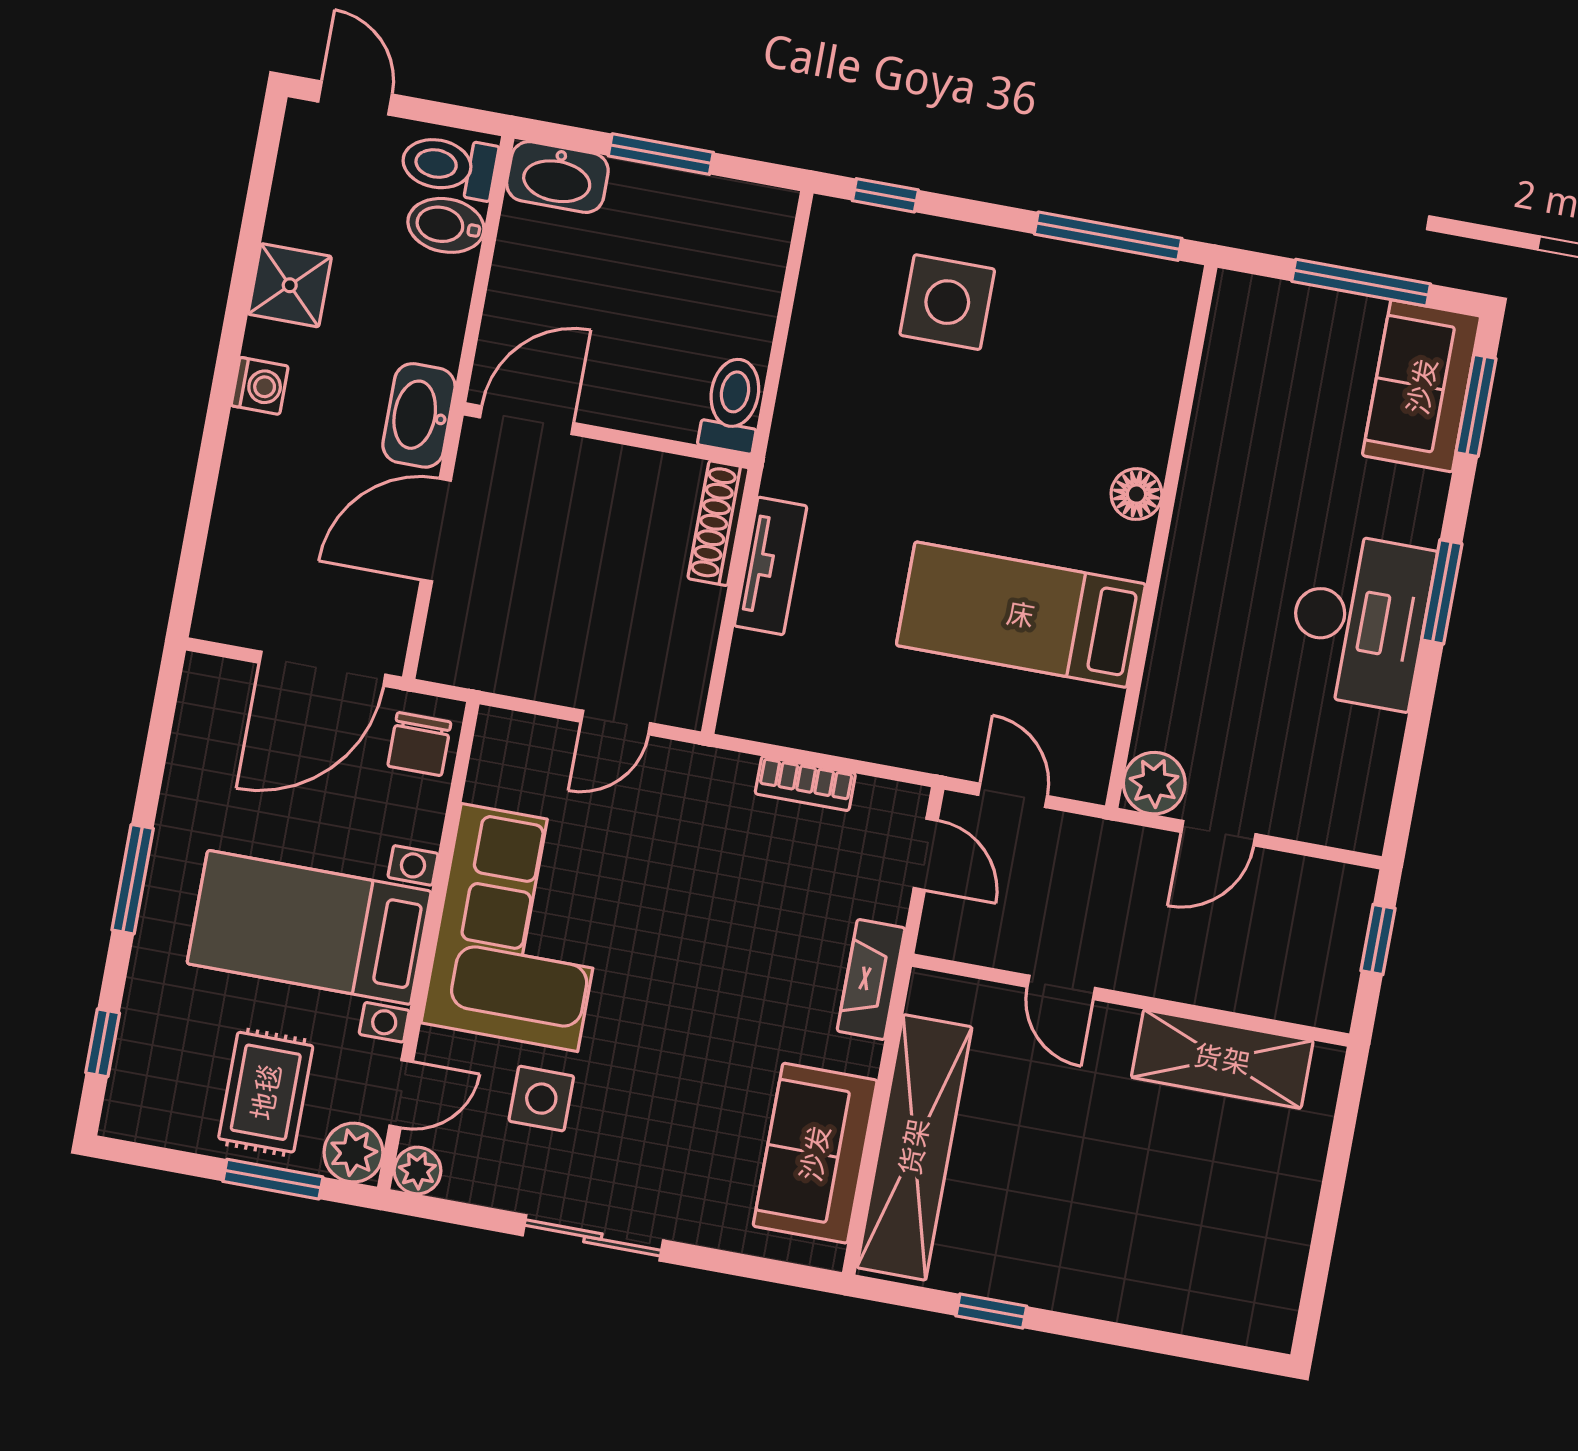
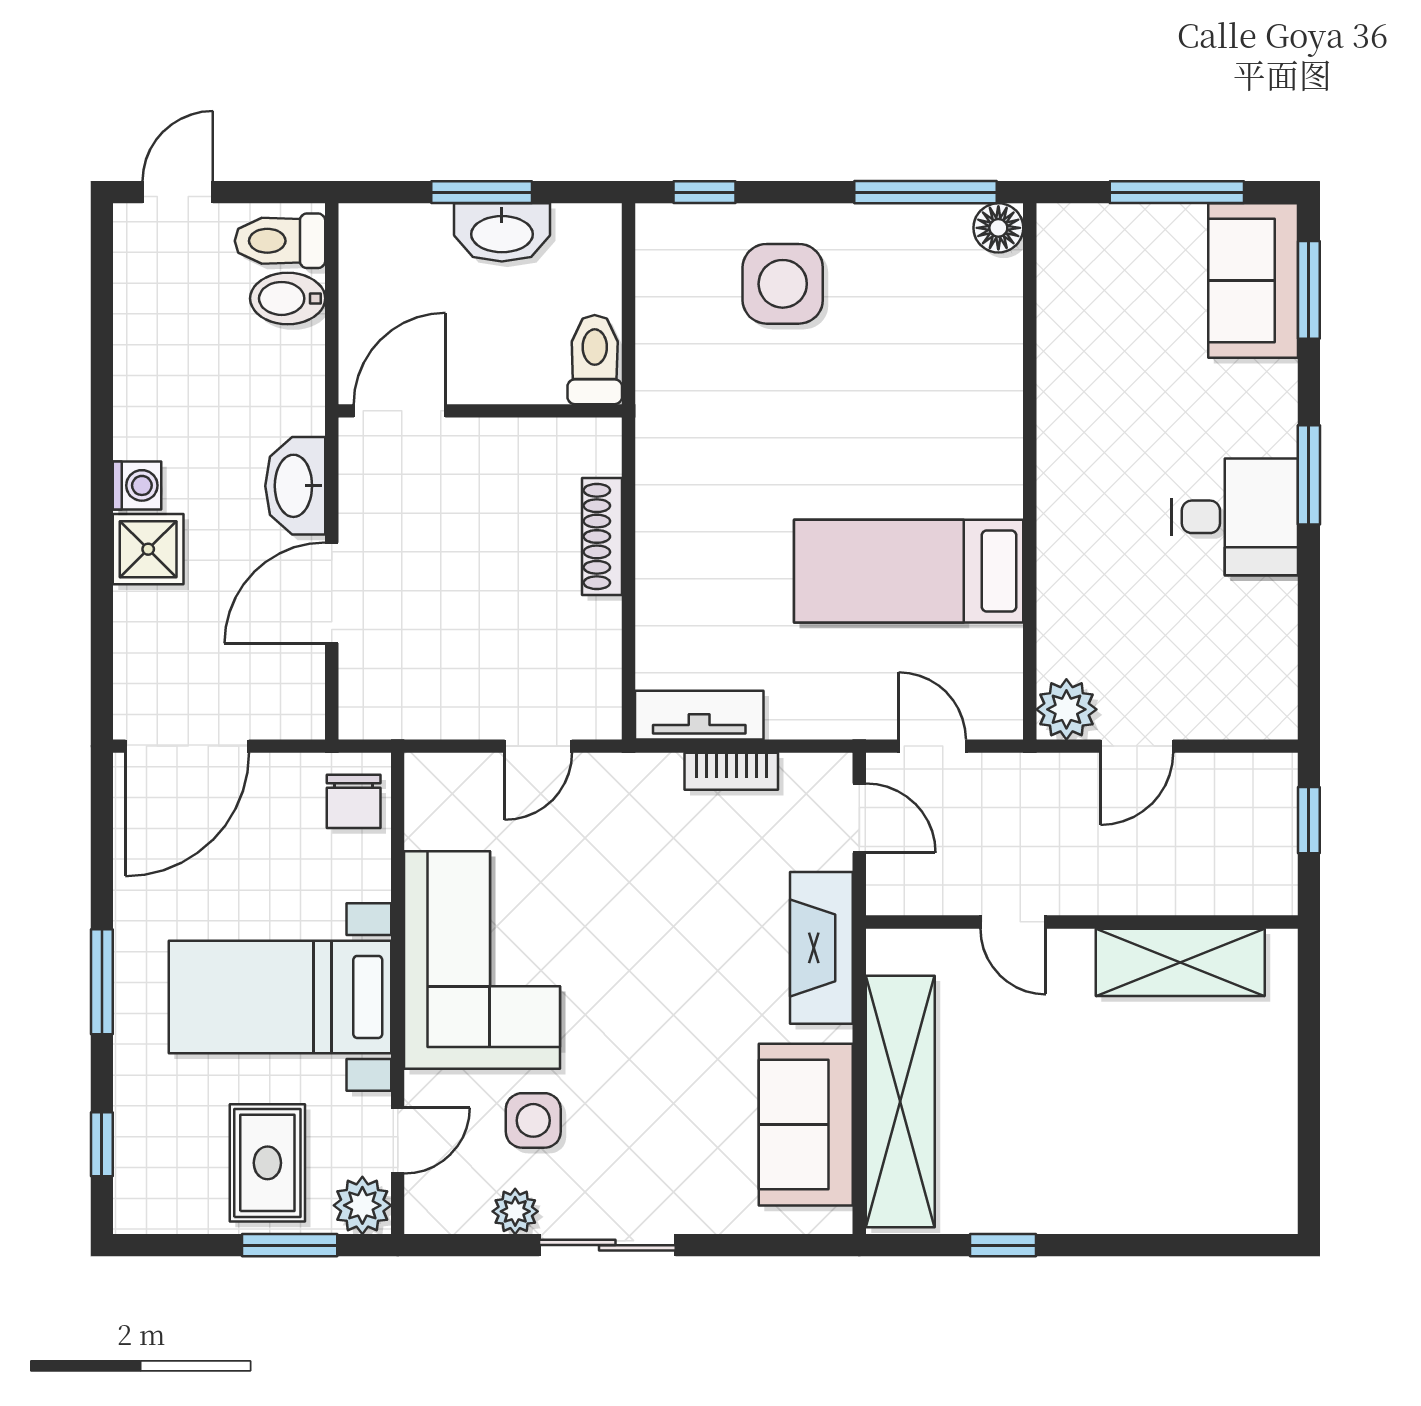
door: (355, 98) -> (178, 192), hinge flipped
washbasin: (557, 177) -> (502, 232), moved
shower: (290, 285) -> (148, 549), moved
toilet: (733, 405) -> (595, 360), moved
door: (527, 420) -> (400, 411), moved
wall: (608, 435) -> (480, 411), moved
floor lamp: (1136, 494) -> (998, 228), moved
tv unit: (771, 566) -> (699, 715), moved, turned -90
desk: (1360, 620) -> (1235, 517), width x0.73
door: (322, 669) -> (187, 746), moved
fireplace: (871, 979) -> (821, 948), width x1.37, depth x1.32
plant: (418, 1171) -> (515, 1211), moved

